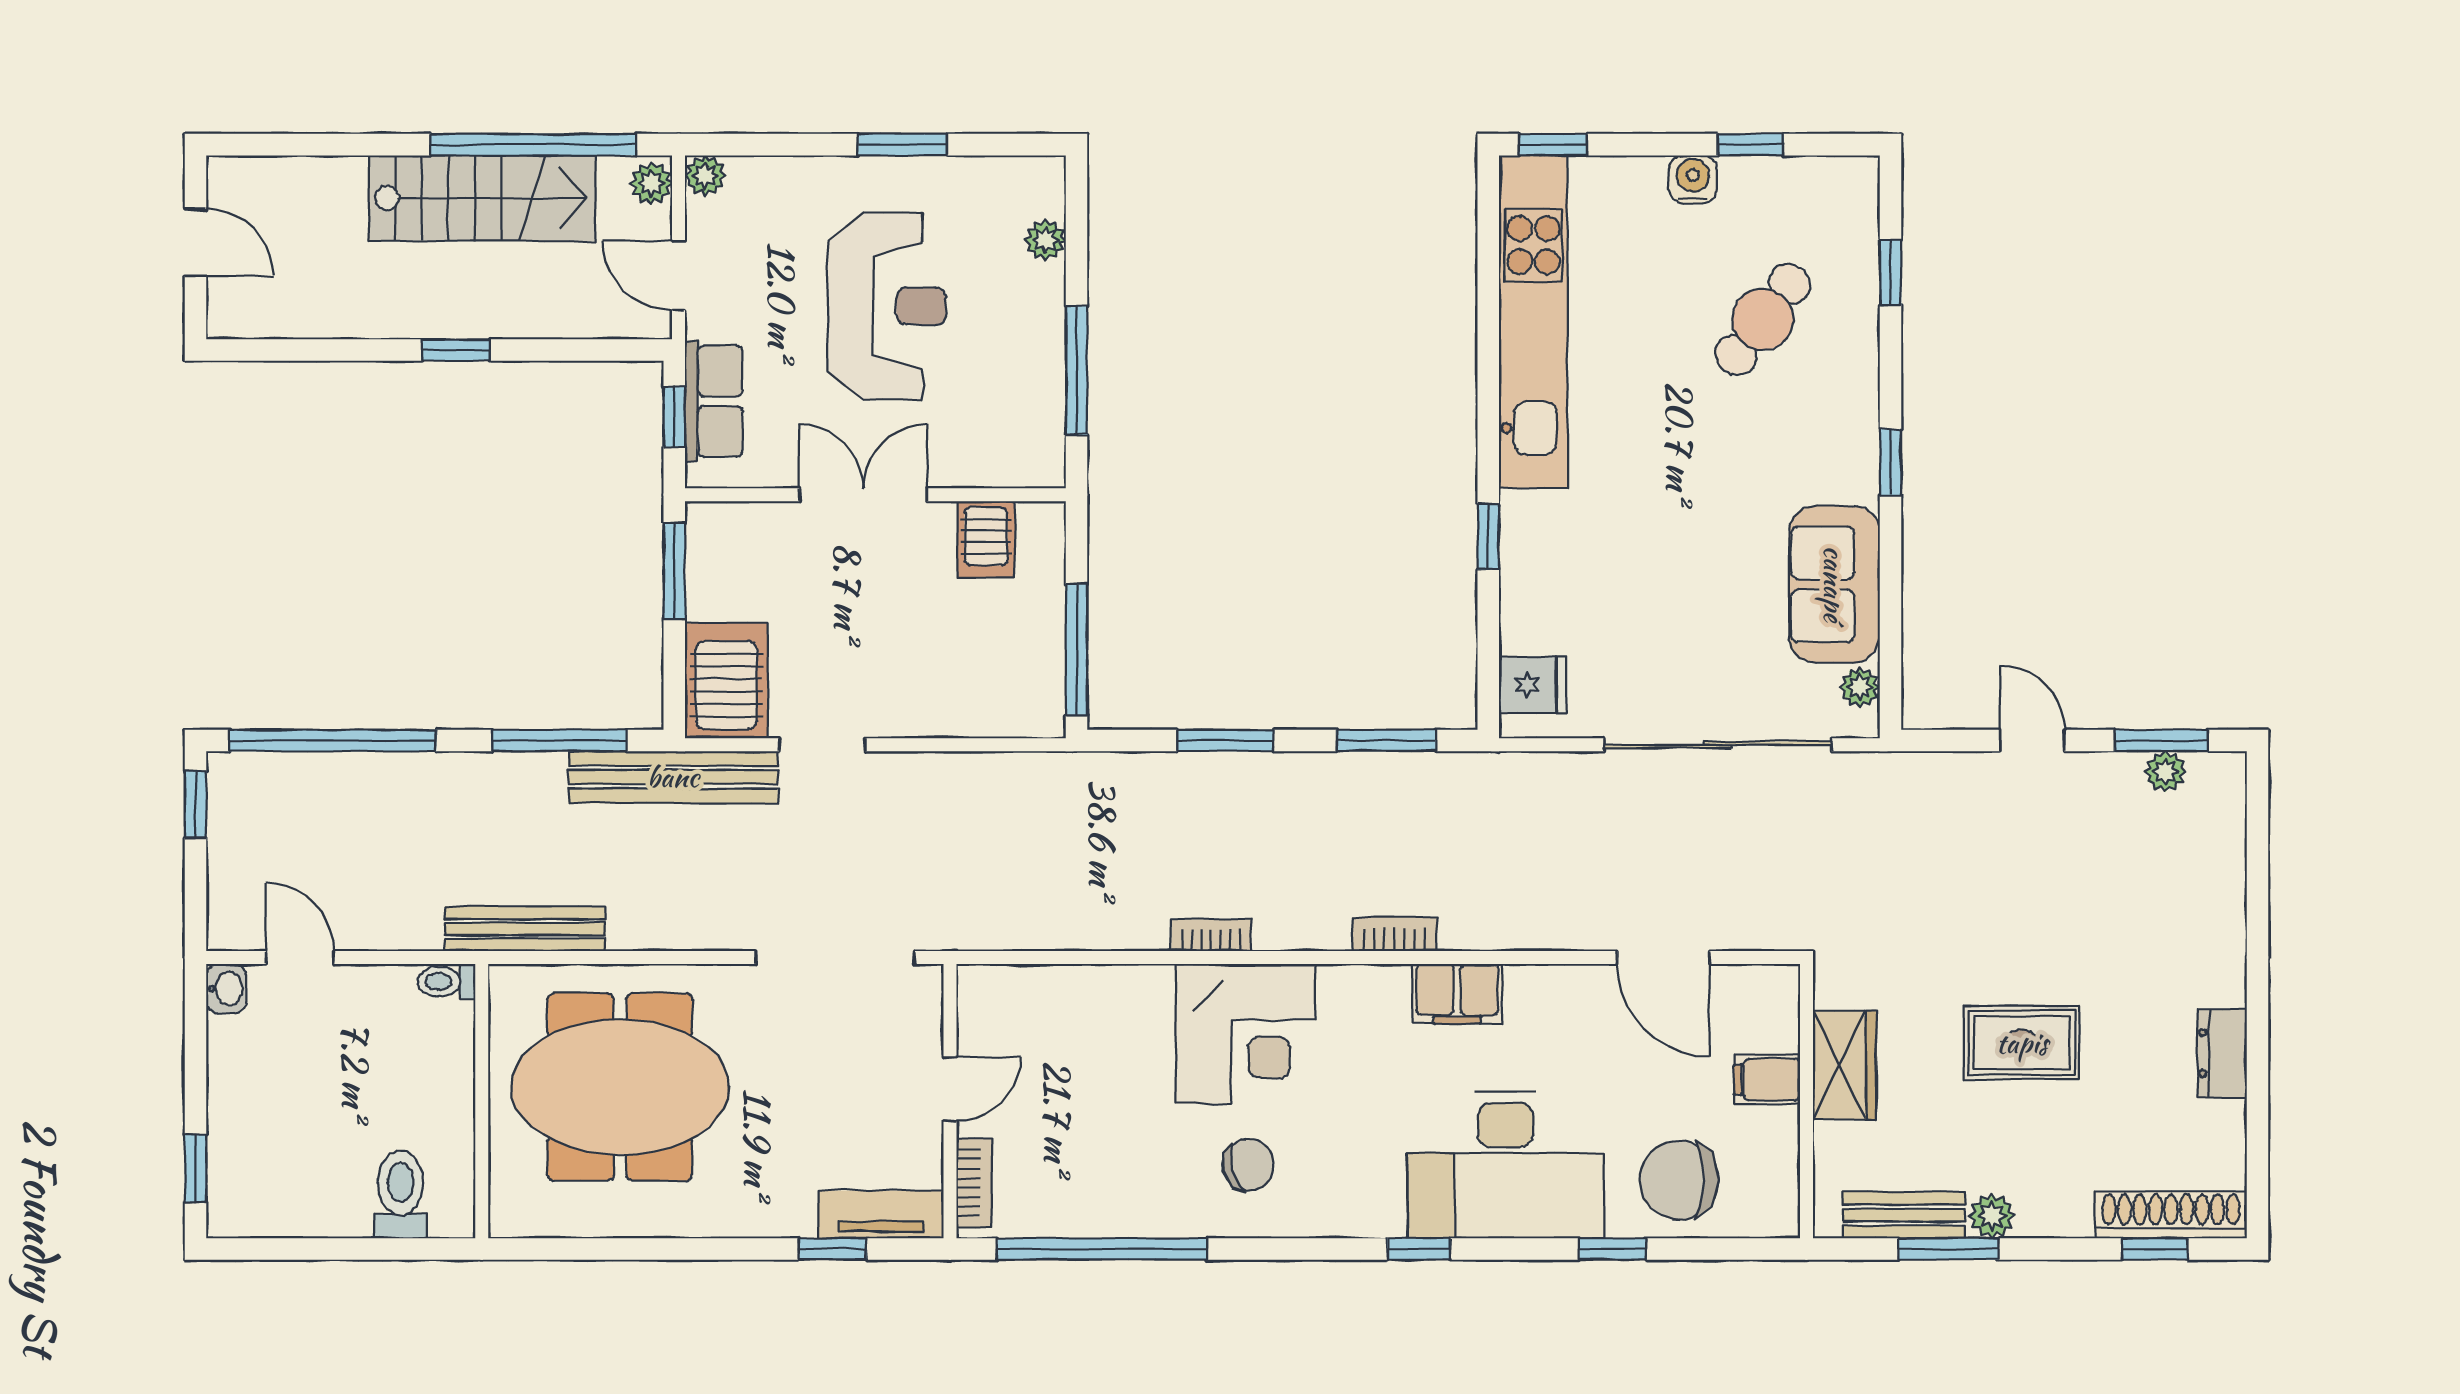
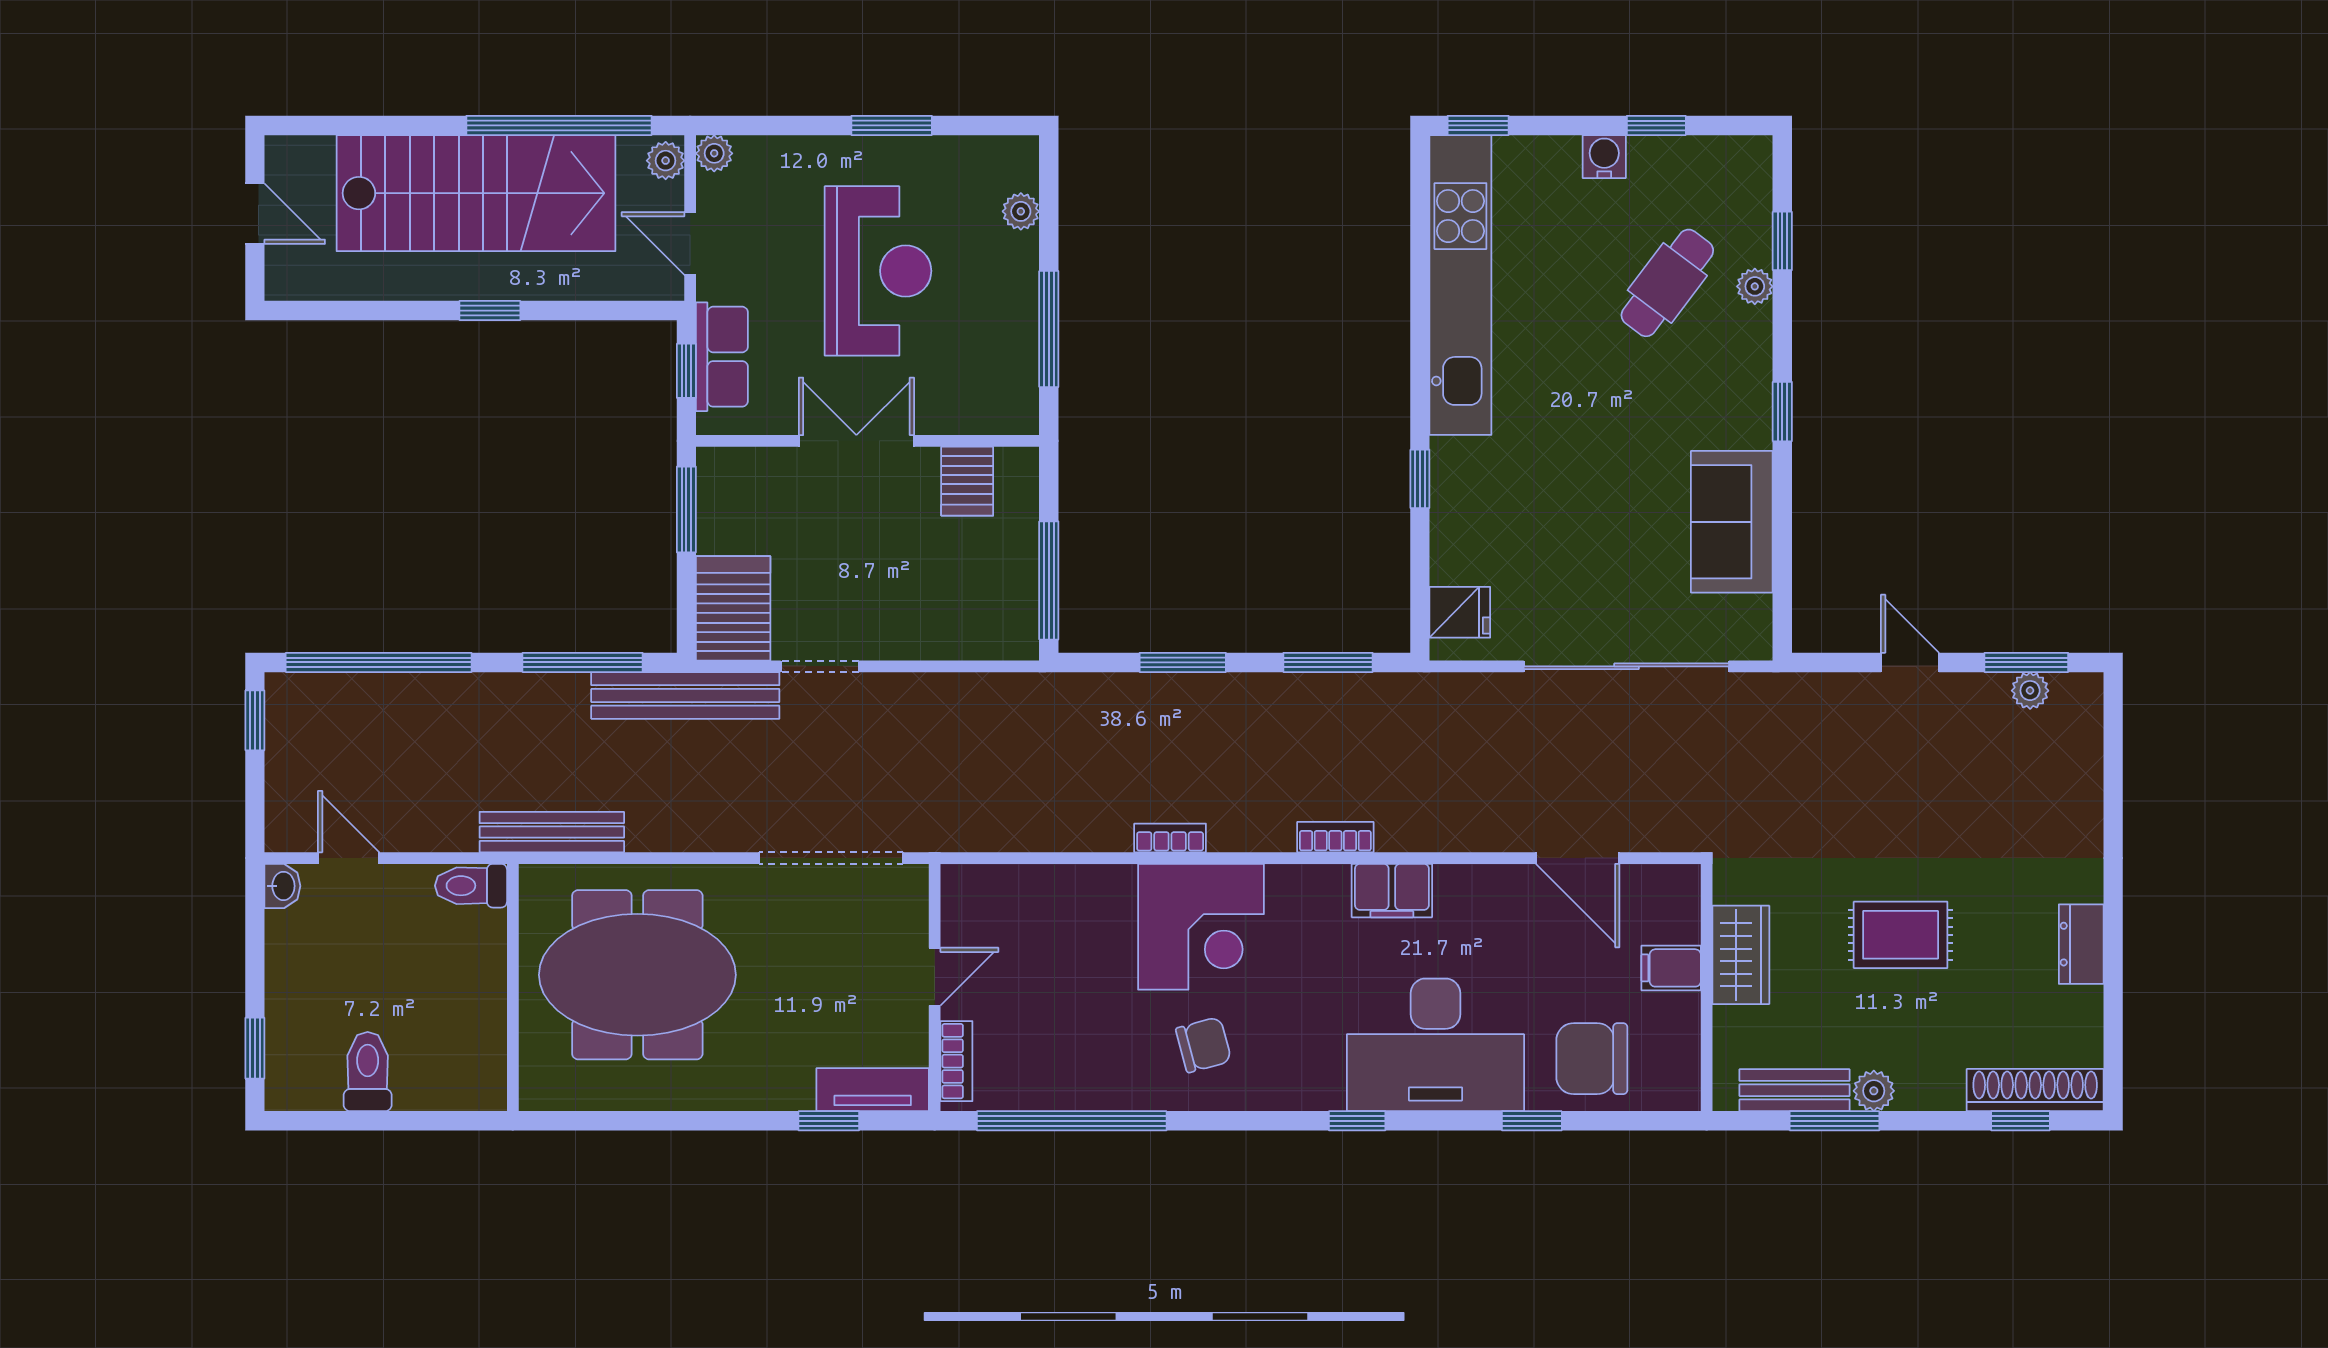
stairs: (482, 198) -> (476, 193), width x1.36, depth x1.51
plant: (1860, 687) -> (1755, 286), moved
toilet: (447, 982) -> (471, 886), width x1.37, depth x1.39
toilet: (401, 1194) -> (368, 1072), moved

